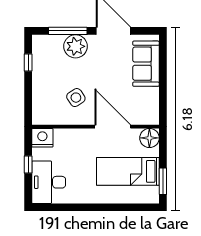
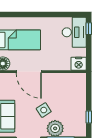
side table: (76, 98) -> (44, 110), moved
window: (28, 164) -> (89, 29), moved

